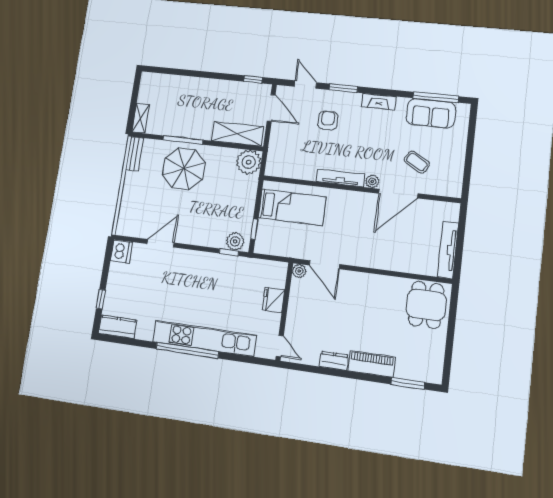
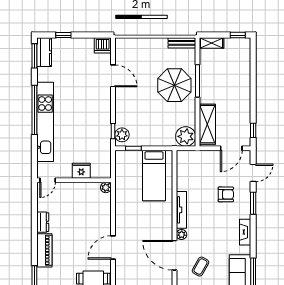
window: (136, 86) -> (238, 35), added
door: (325, 265) -> (113, 247), moved
window: (120, 340) -> (34, 56), added

